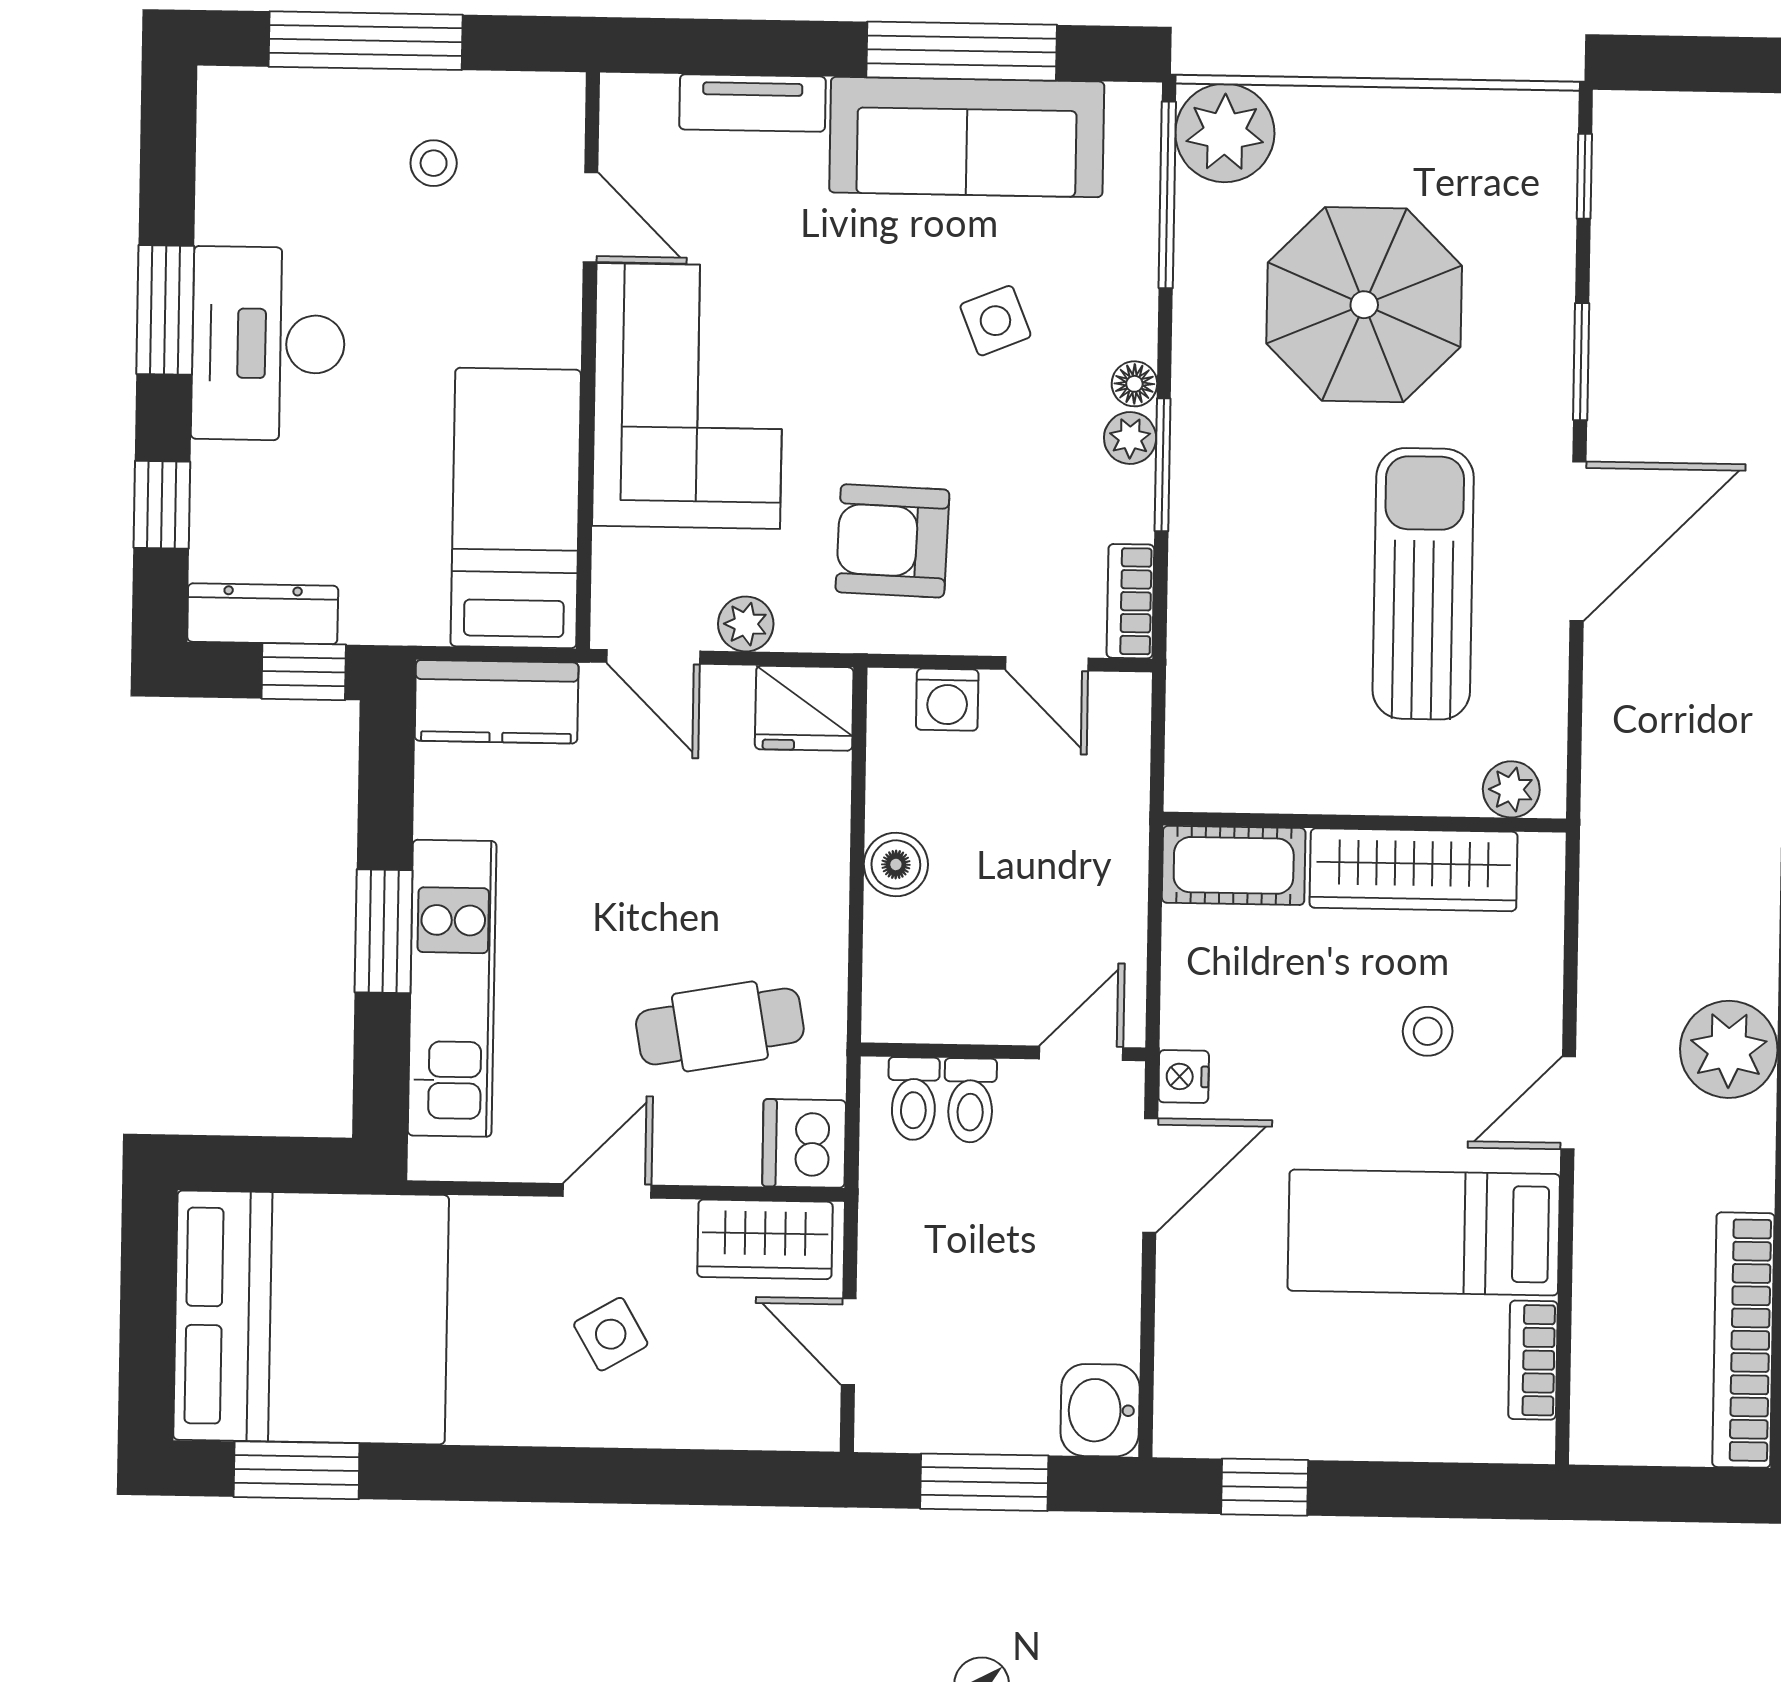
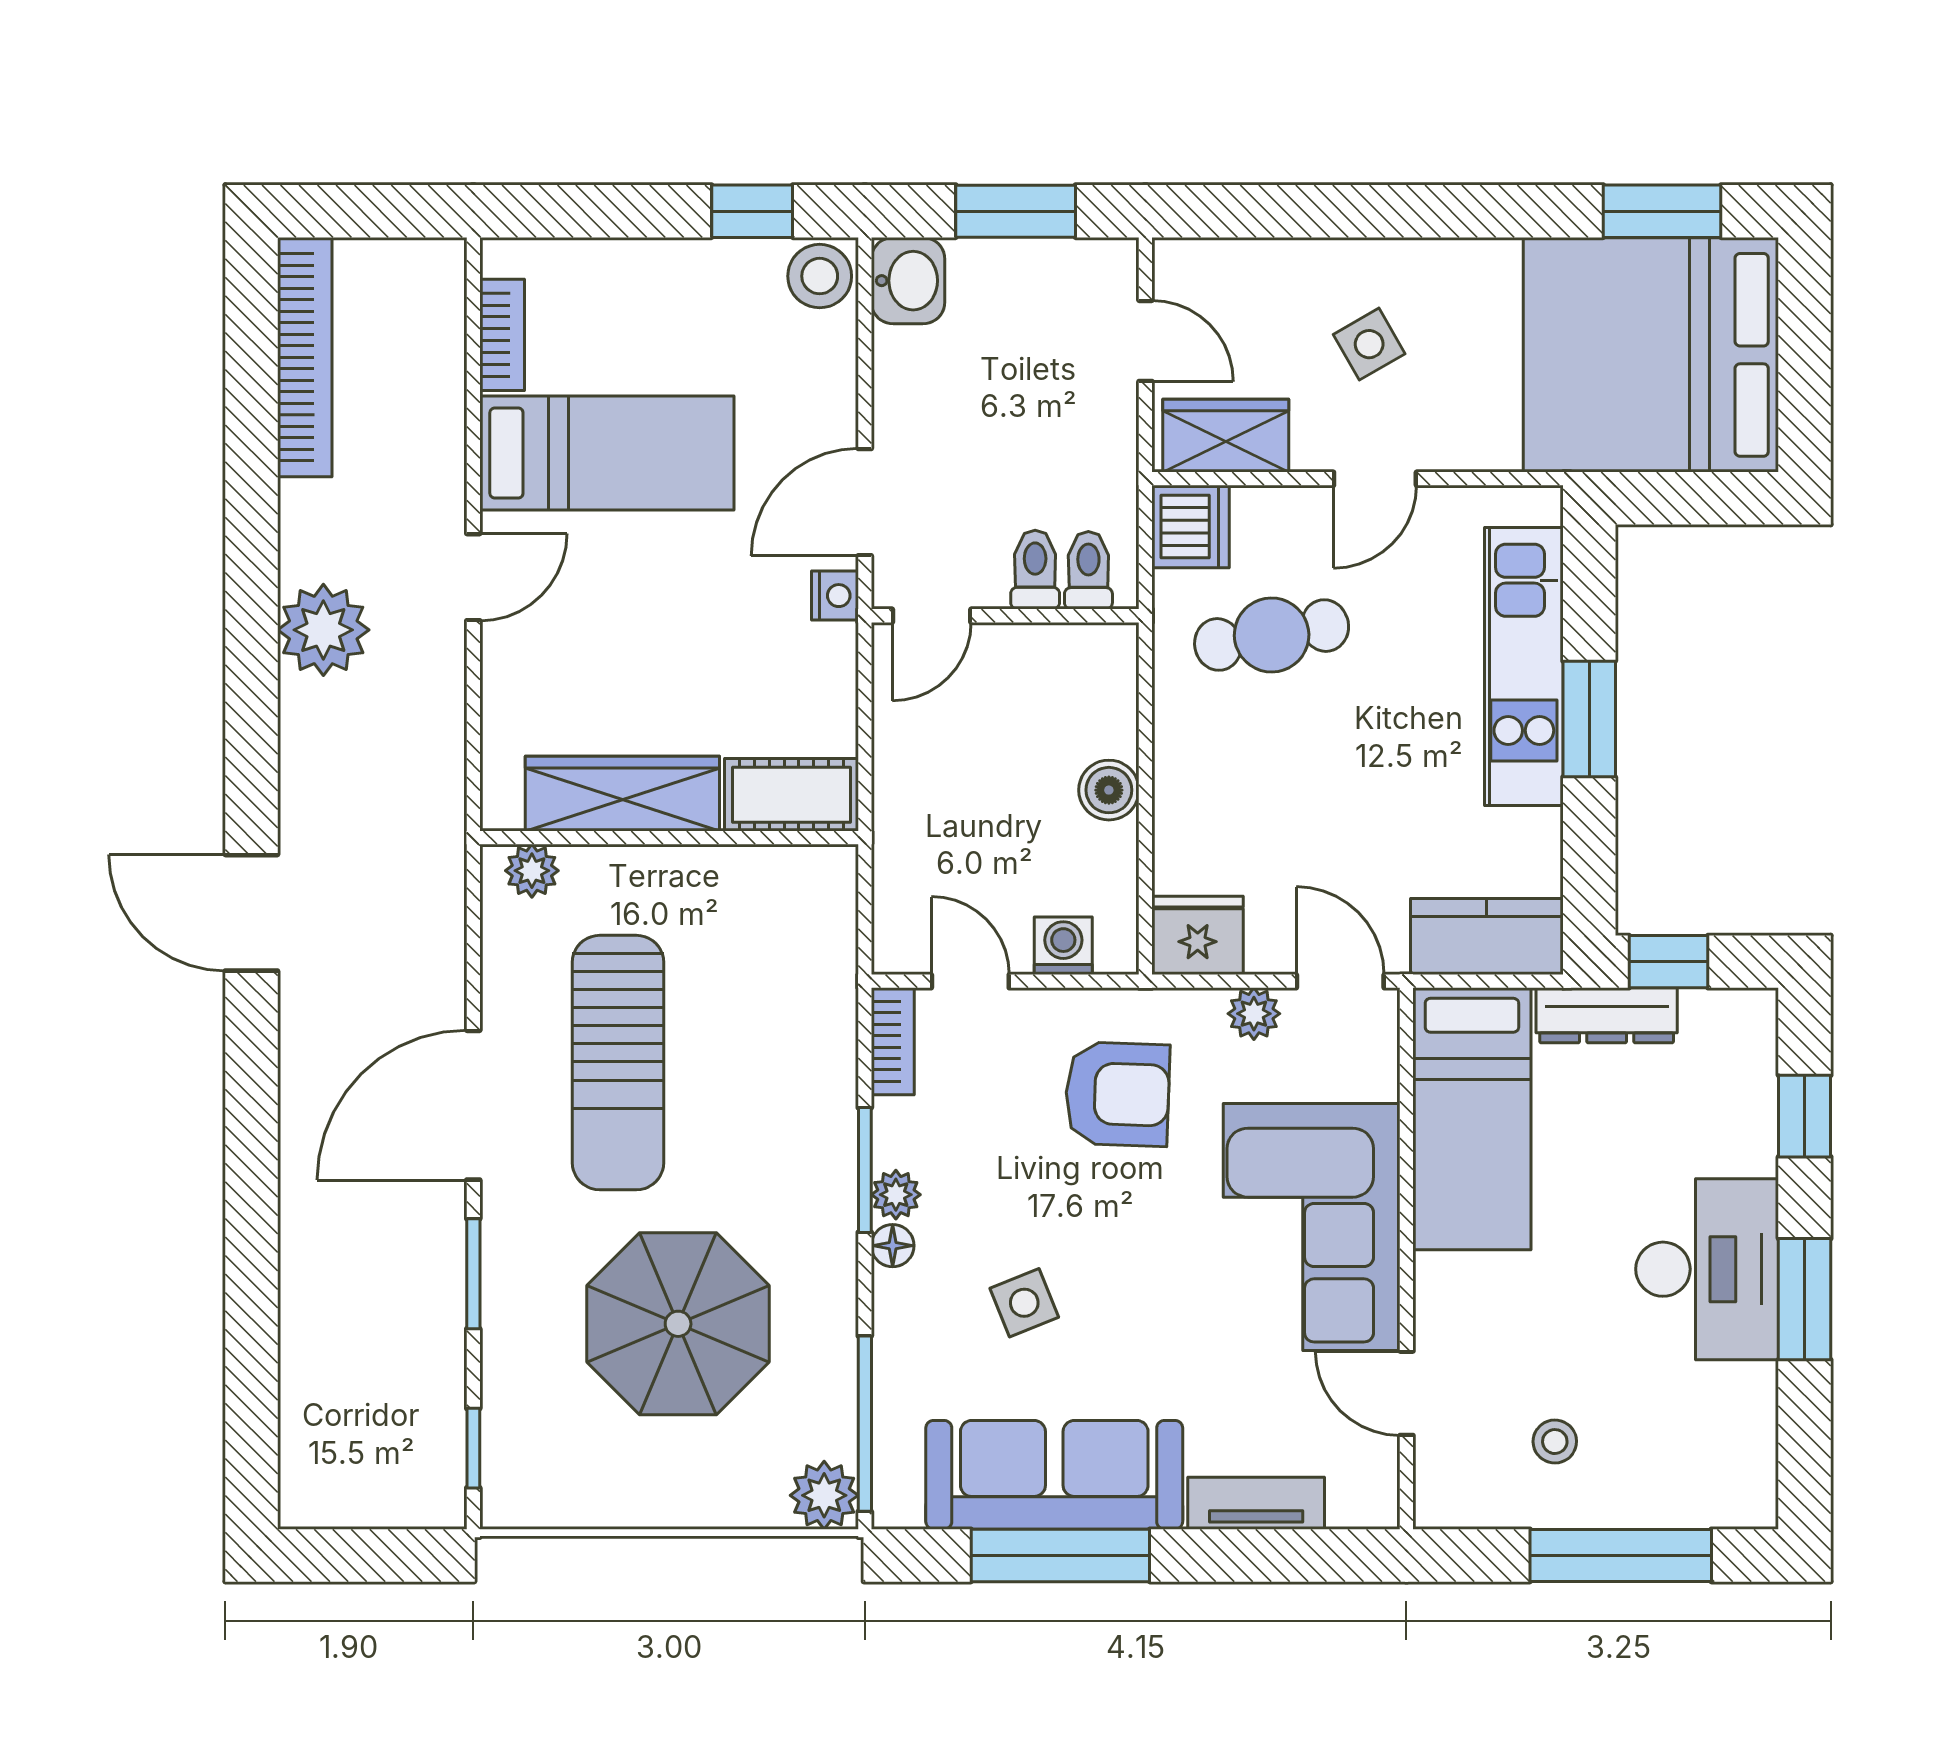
plant: (1225, 133) -> (824, 1495), width x0.73, depth x0.73
dresser: (263, 614) -> (1607, 1015), moved
stool: (1428, 1031) -> (820, 276), moved, width x1.37, depth x1.37

